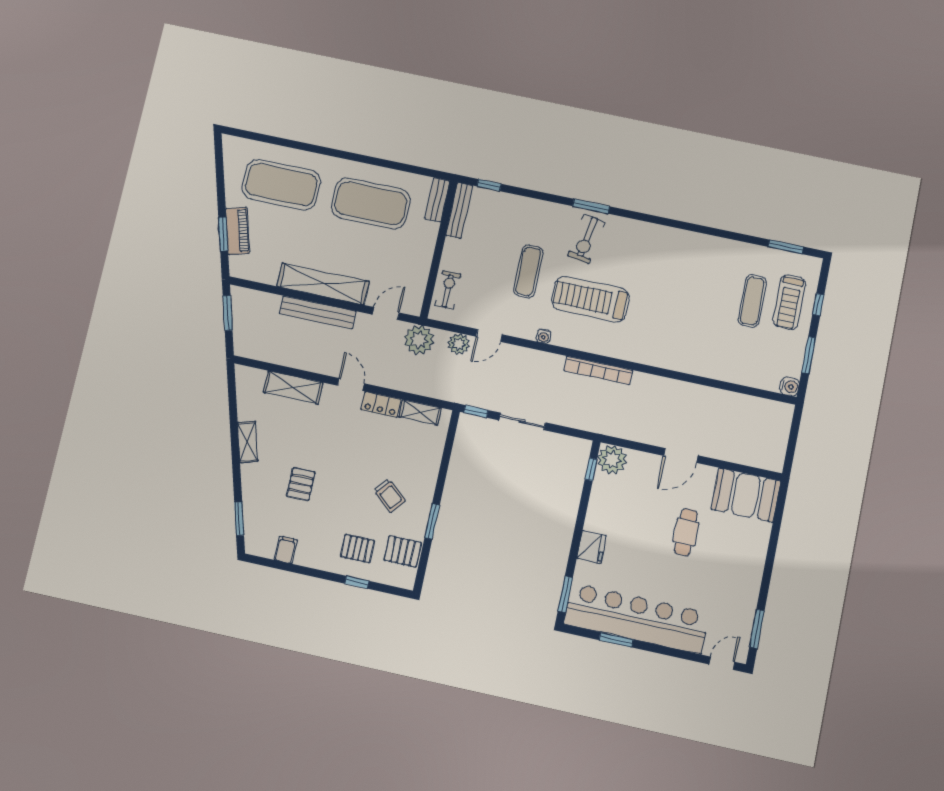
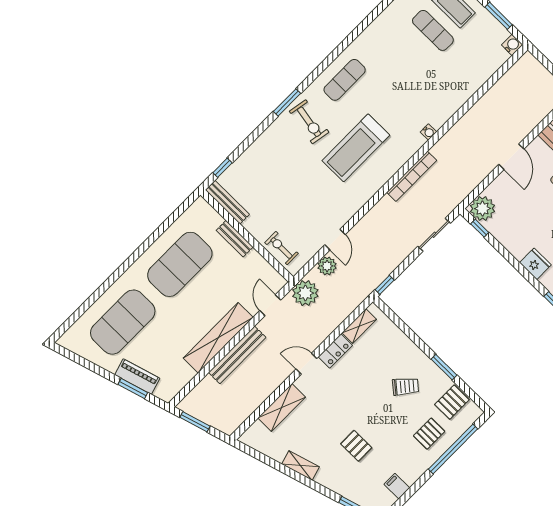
bench: (437, 200) -> (235, 239), moved
exercise mat: (528, 271) -> (345, 80), moved, turned 90
water cooler: (544, 336) -> (428, 132), moved
sliding door: (522, 421) -> (434, 235), moved
window: (357, 582) -> (453, 449), width x3.17

